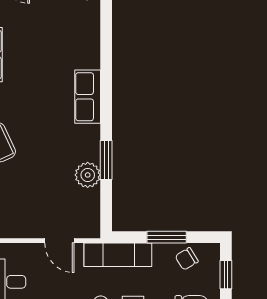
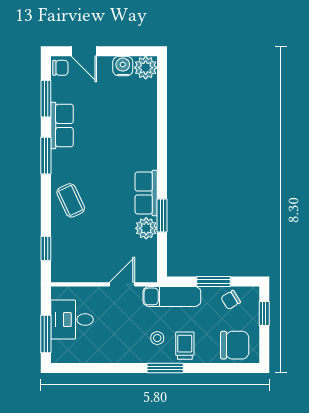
row of seats: (88, 97) -> (146, 193), moved
door: (59, 241) -> (122, 284), swing flipped

